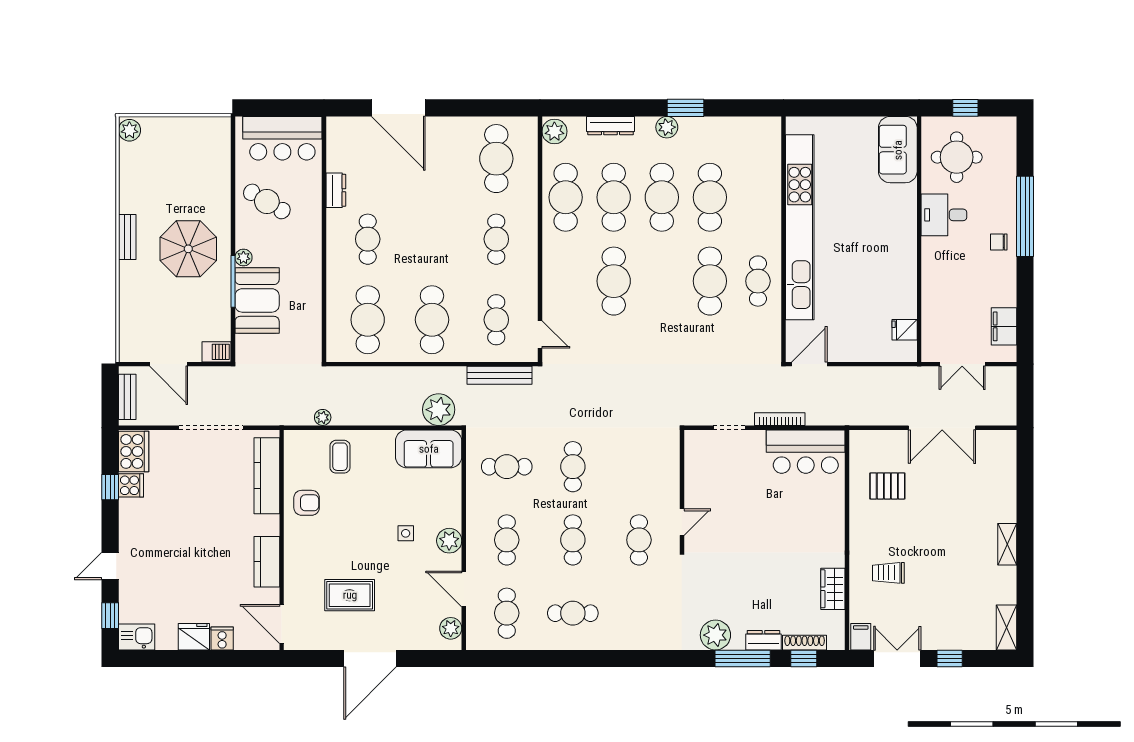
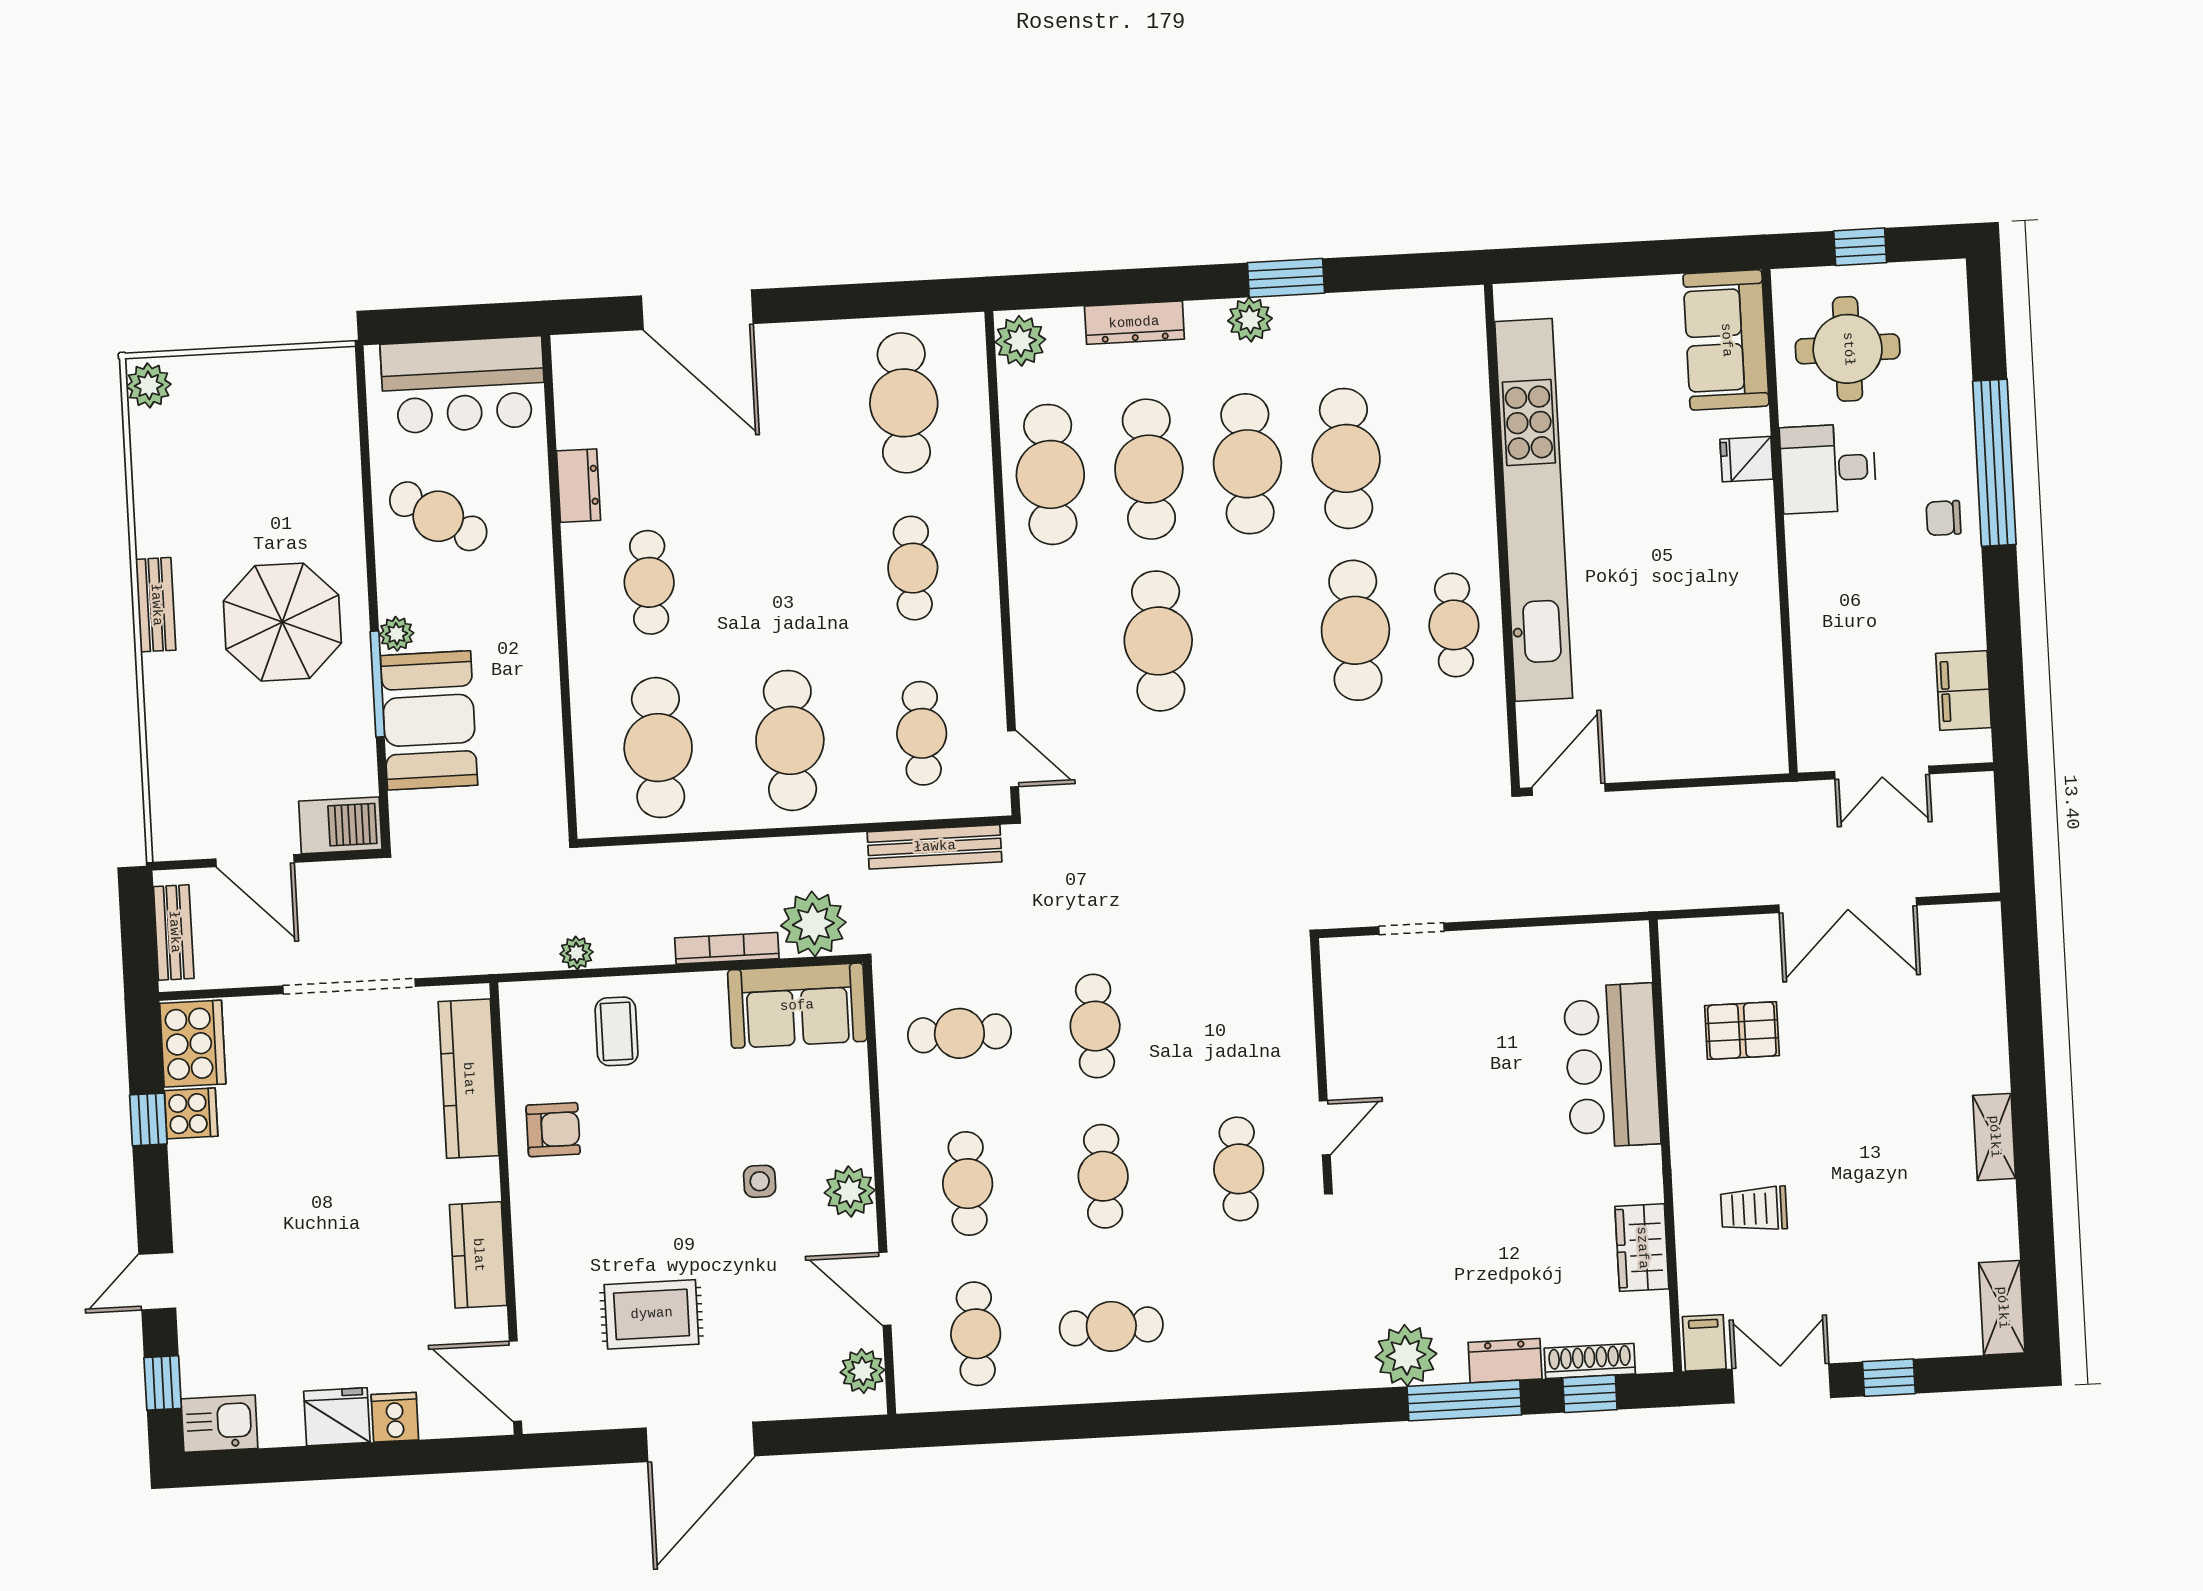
fridge: (905, 330) -> (1747, 459), moved
barbecue: (216, 352) -> (340, 825), width x1.38, depth x1.27
bookcase: (780, 419) -> (727, 948), moved
bar counter: (806, 452) -> (1612, 1066), moved, turned 90

